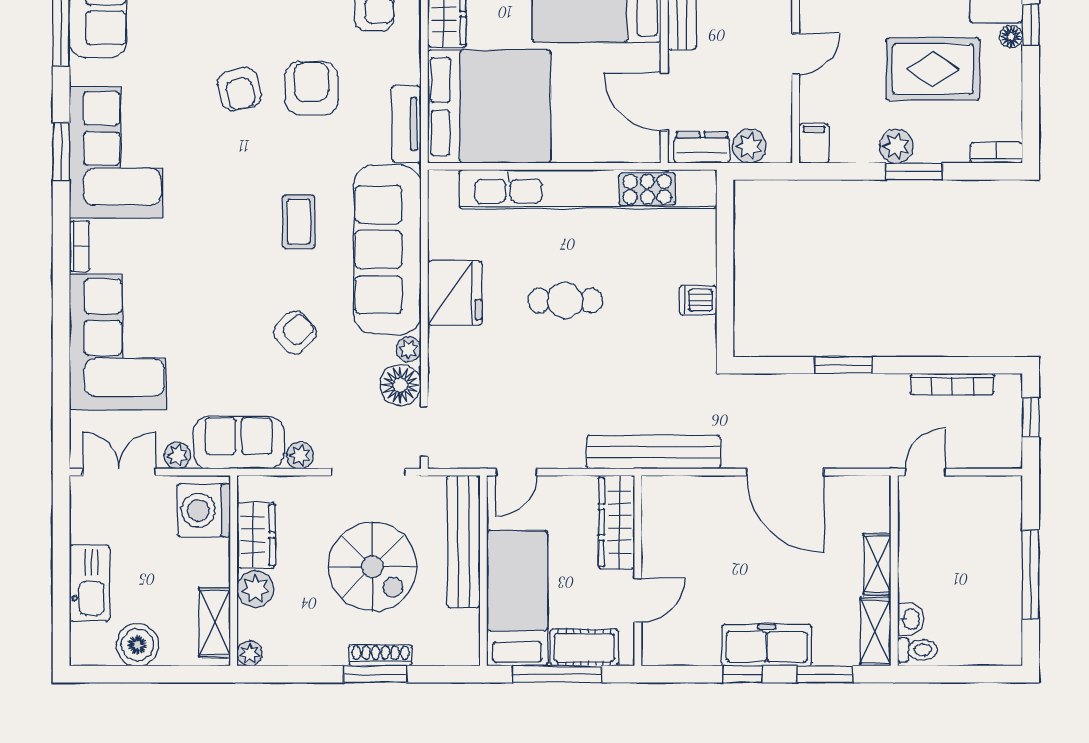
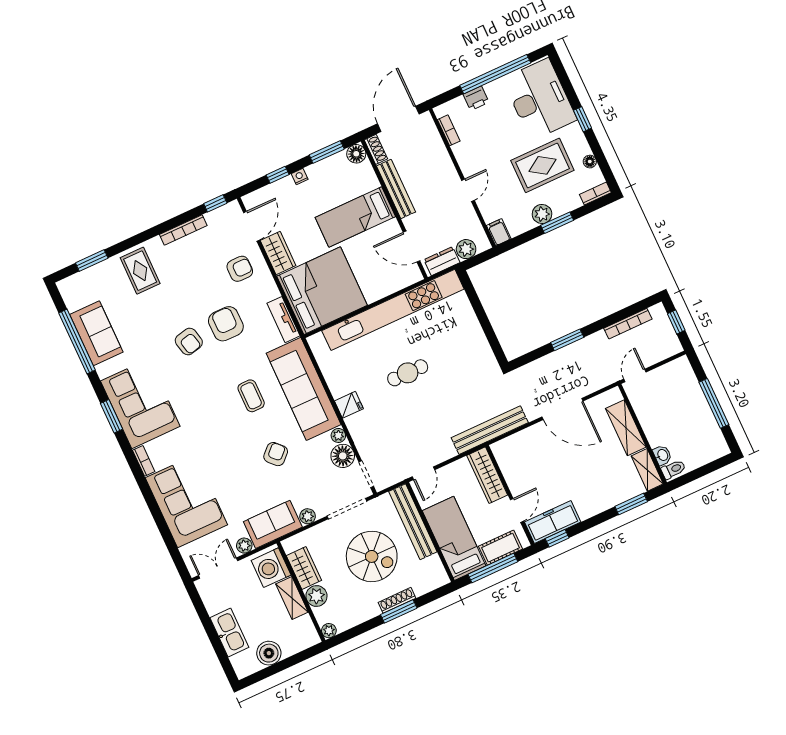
floor lamp: (1011, 37) -> (590, 162), moved
fridge: (455, 293) -> (349, 405), width x0.53, depth x0.75
dishwasher: (698, 300) -> (476, 341), removed
shelving: (877, 564) -> (626, 428), width x1.50, depth x1.33
shelving: (215, 623) -> (292, 598), moved
freezer: (767, 645) -> (553, 522), moved
window: (743, 674) -> (557, 538), moved

